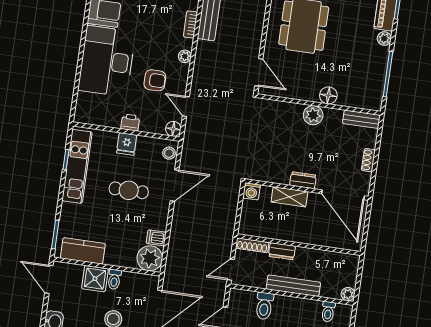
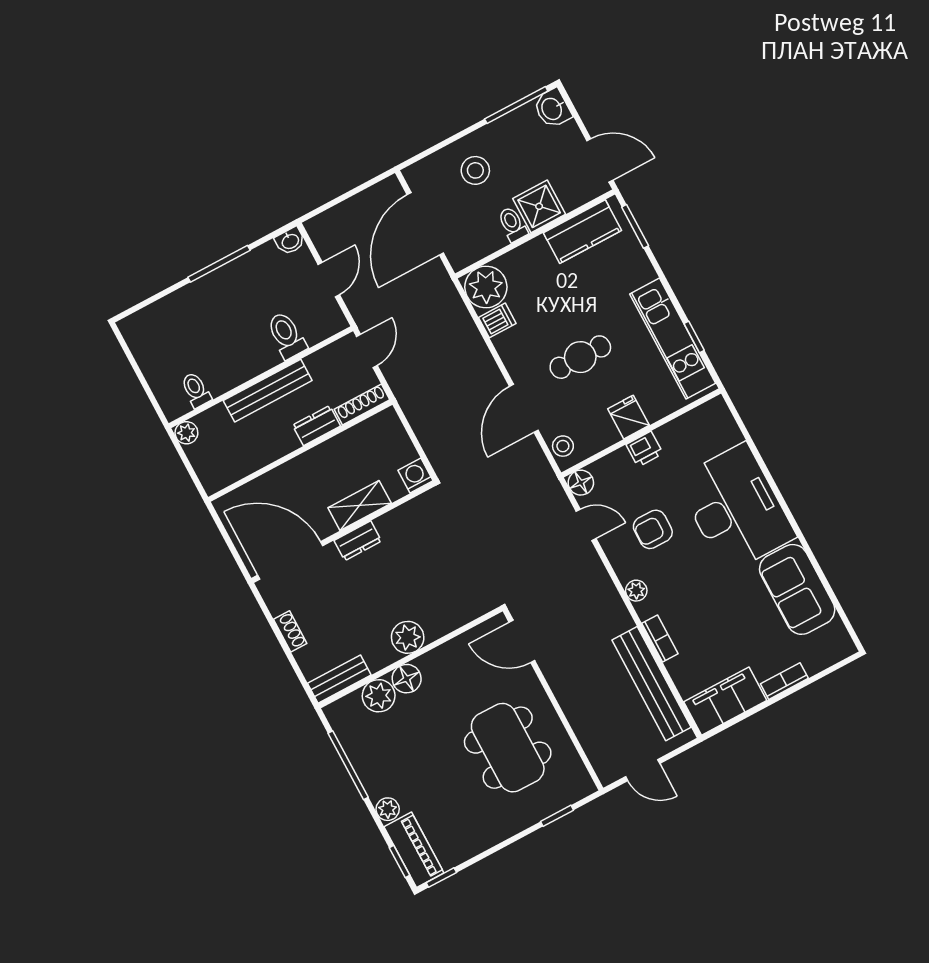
plant: (348, 97) -> (379, 696), added

